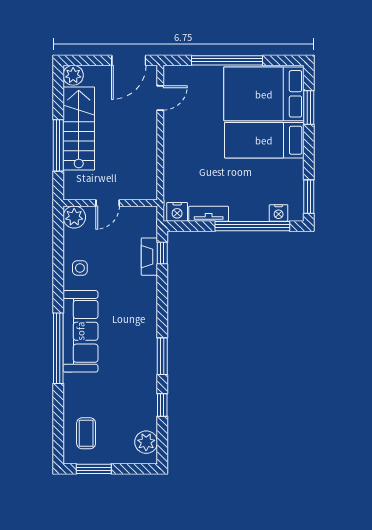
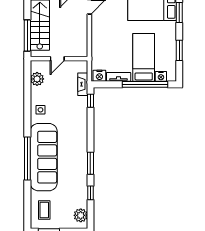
bed: (264, 140) -> (144, 57), moved, turned 90
window: (309, 197) -> (179, 50), moved
door: (108, 203) -> (57, 59), moved
wall: (110, 203) -> (59, 59), moved
fireplace: (149, 257) -> (83, 84), moved
sofa: (80, 331) -> (44, 157), width x1.36, depth x1.27

